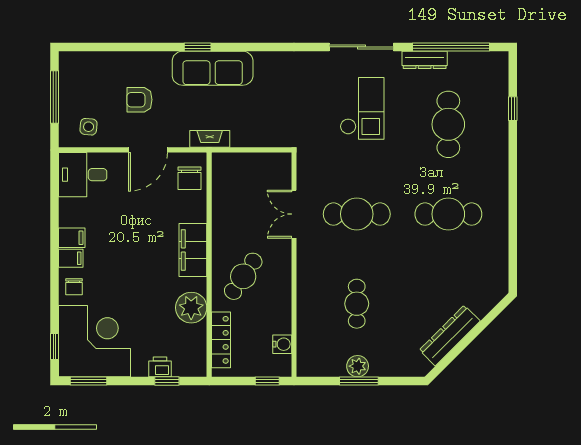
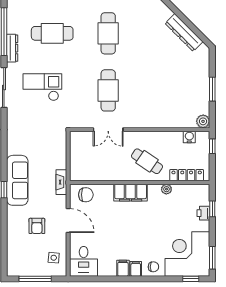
cafe table: (357, 304) -> (164, 90), removed
plant: (191, 308) -> (166, 189), width x0.53, depth x0.53
plant: (358, 366) -> (203, 121), moved

